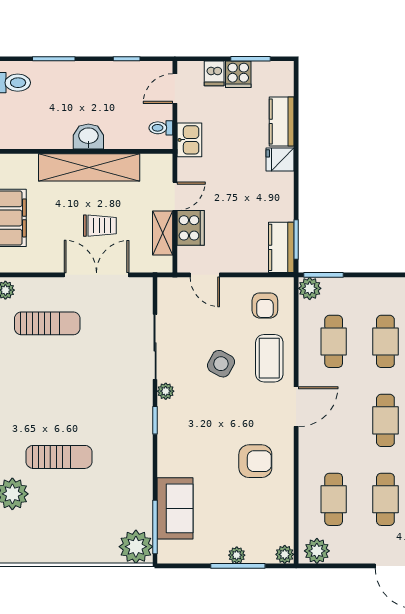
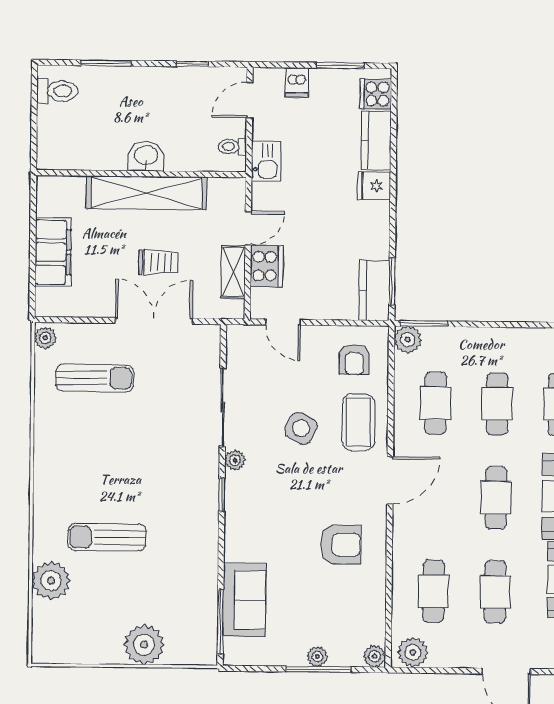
cooker: (238, 74) -> (376, 94), moved, turned 90
sun lounger: (59, 457) -> (107, 537), turned 180
plant: (136, 547) -> (144, 645), moved

